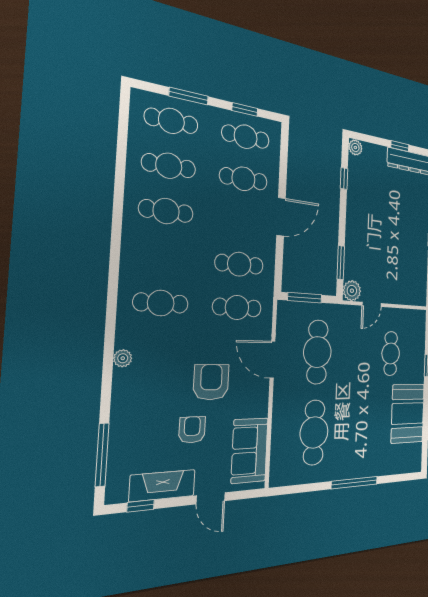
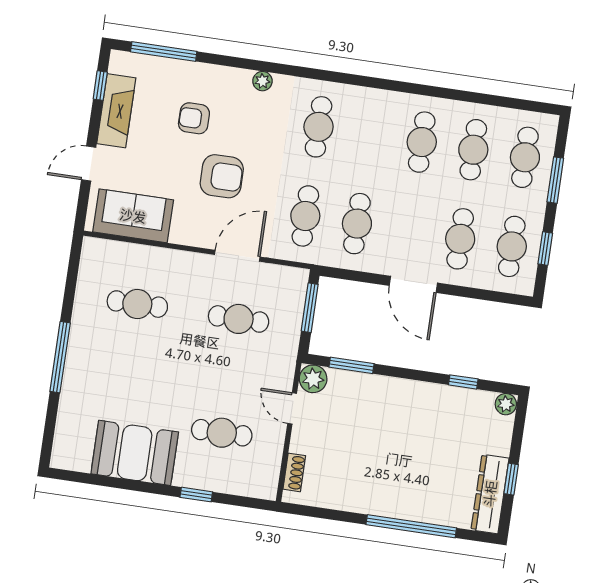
shoe rack: (409, 299) -> (294, 472), added
cafe table: (317, 352) -> (239, 319), width x0.73, depth x0.74
armchair: (192, 430) -> (194, 118), moved, turned 180
cafe table: (314, 432) -> (137, 304), width x0.73, depth x0.74

